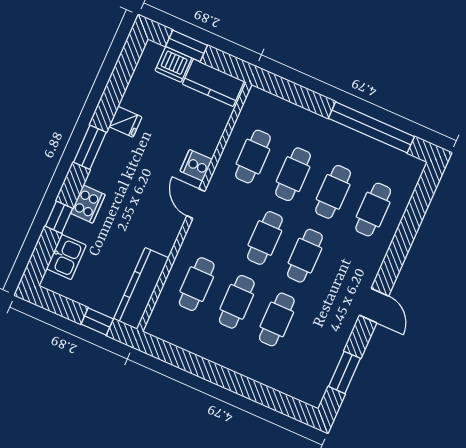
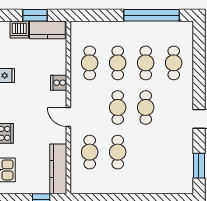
window: (186, 46) -> (35, 15), moved
door: (196, 204) -> (68, 117), moved
cafe table: (277, 319) -> (146, 152), removed

